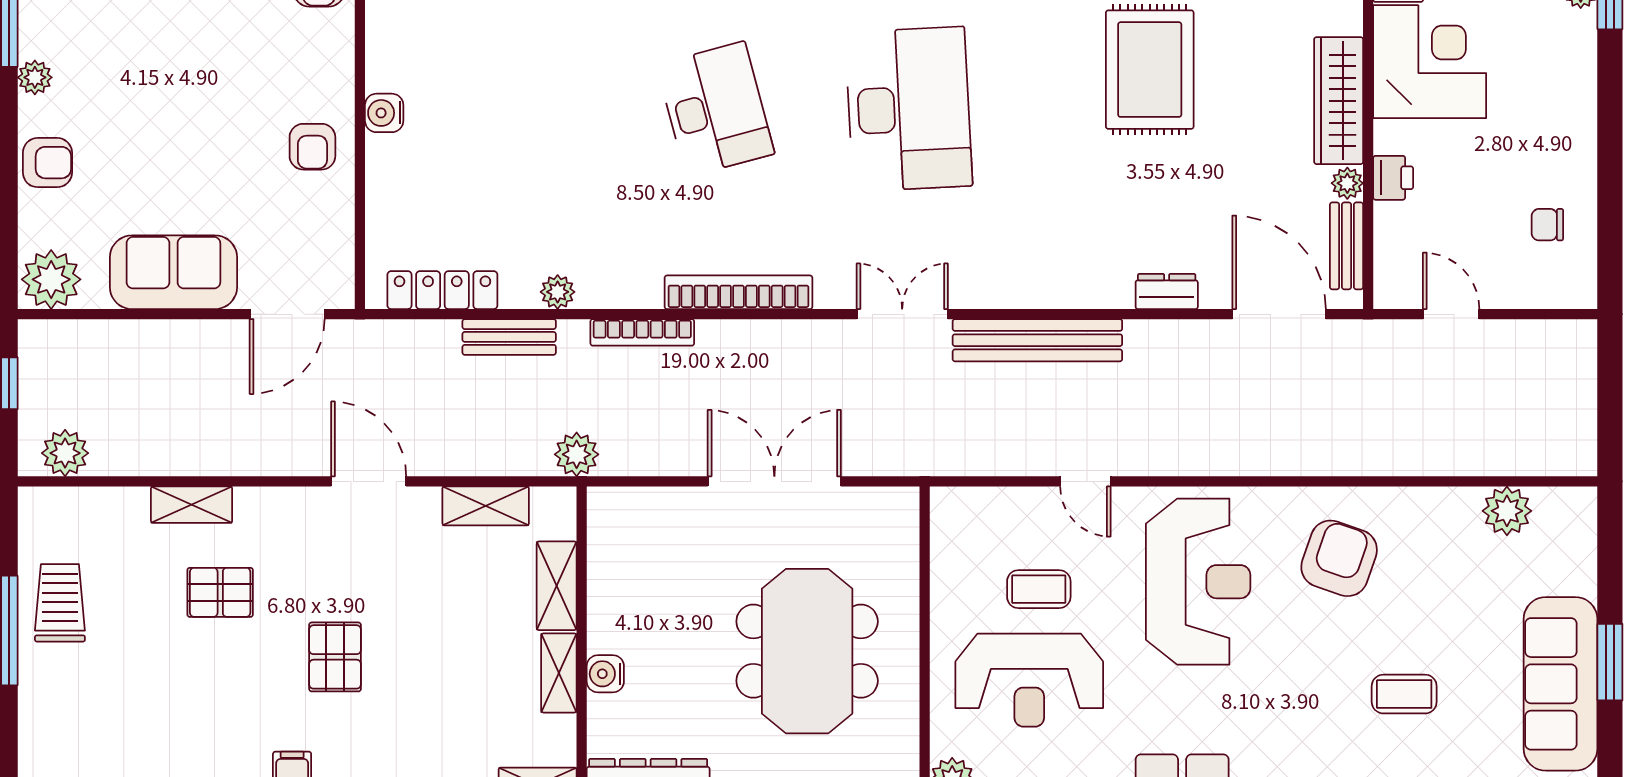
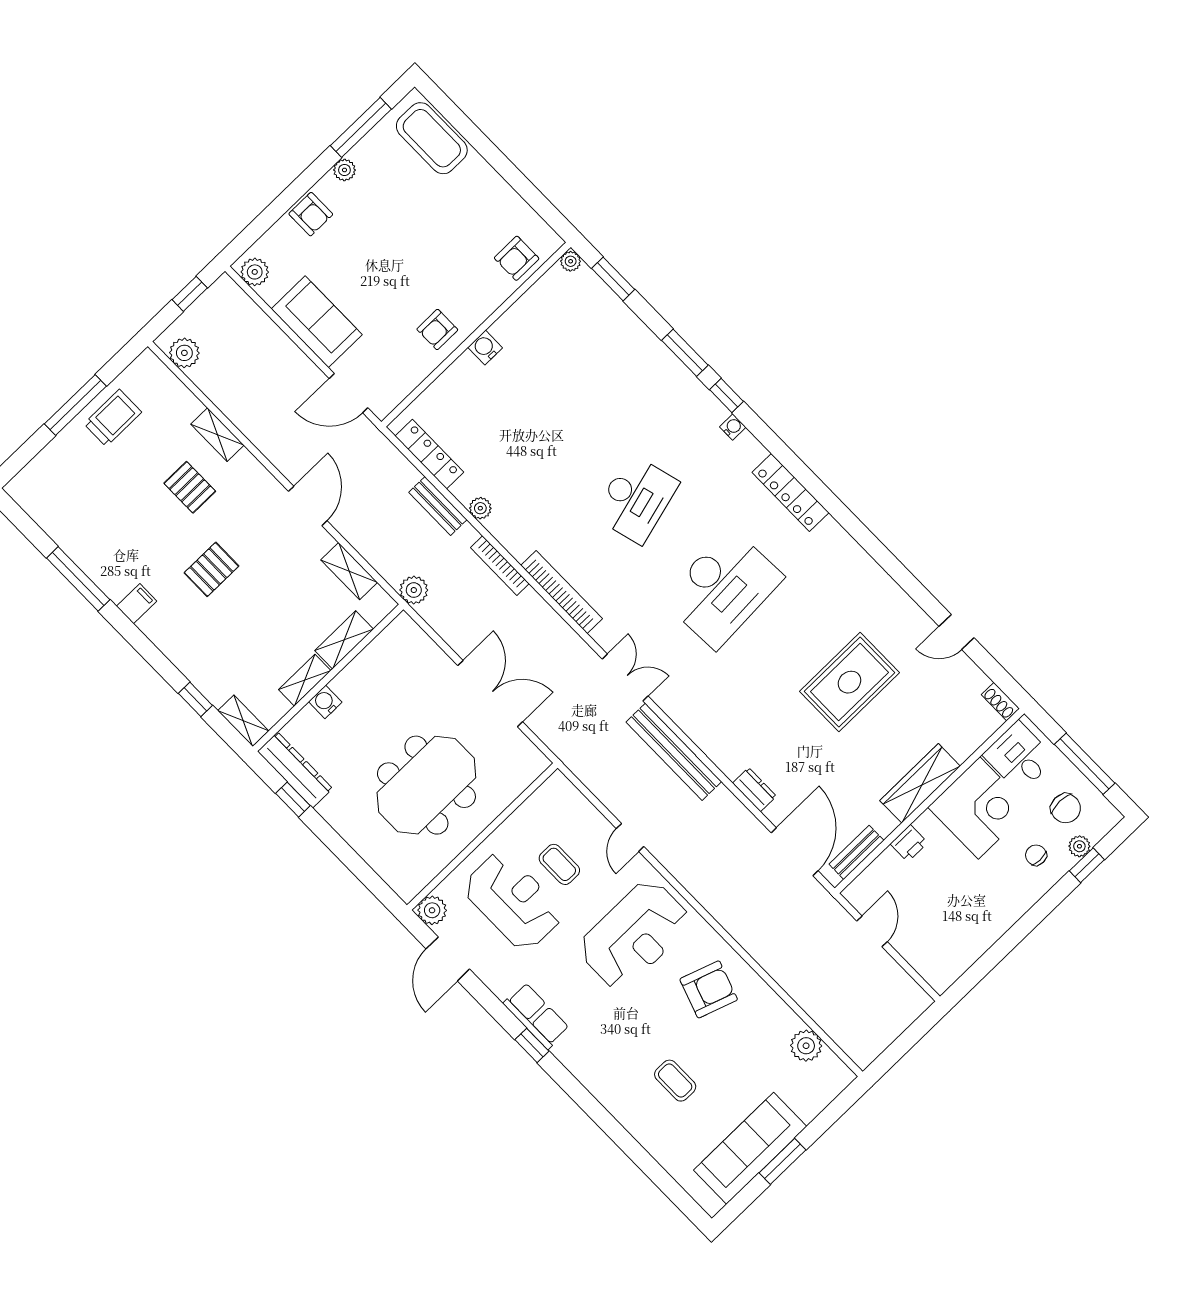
plant: (1347, 183) -> (886, 825), removed
chair: (1547, 225) -> (1036, 855), moved
plant: (51, 279) -> (255, 272), width x0.73, depth x0.73
reception desk: (1029, 680) -> (513, 901), turned 180

